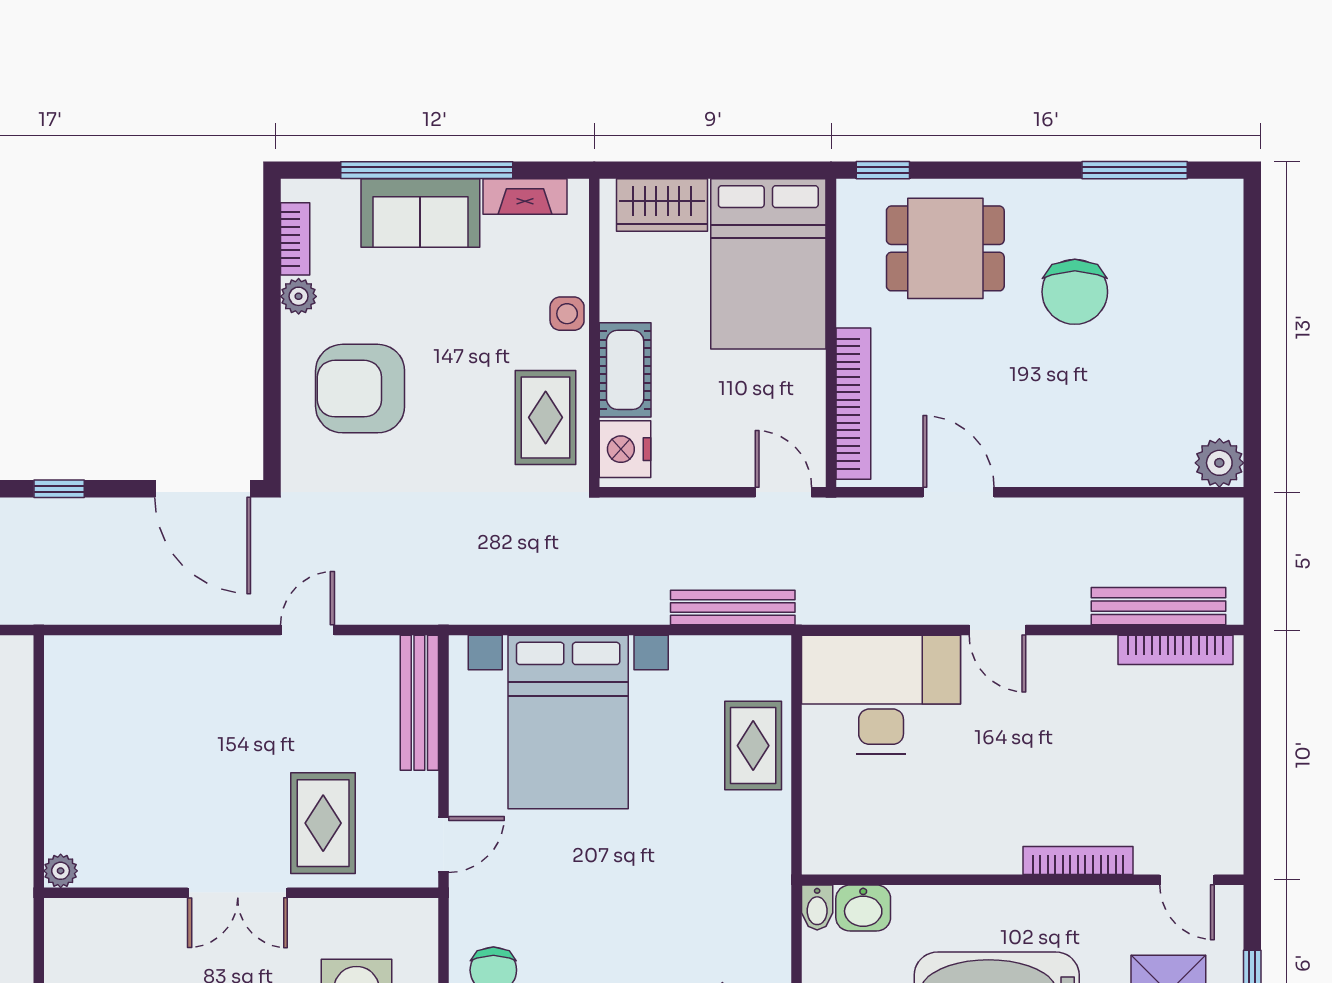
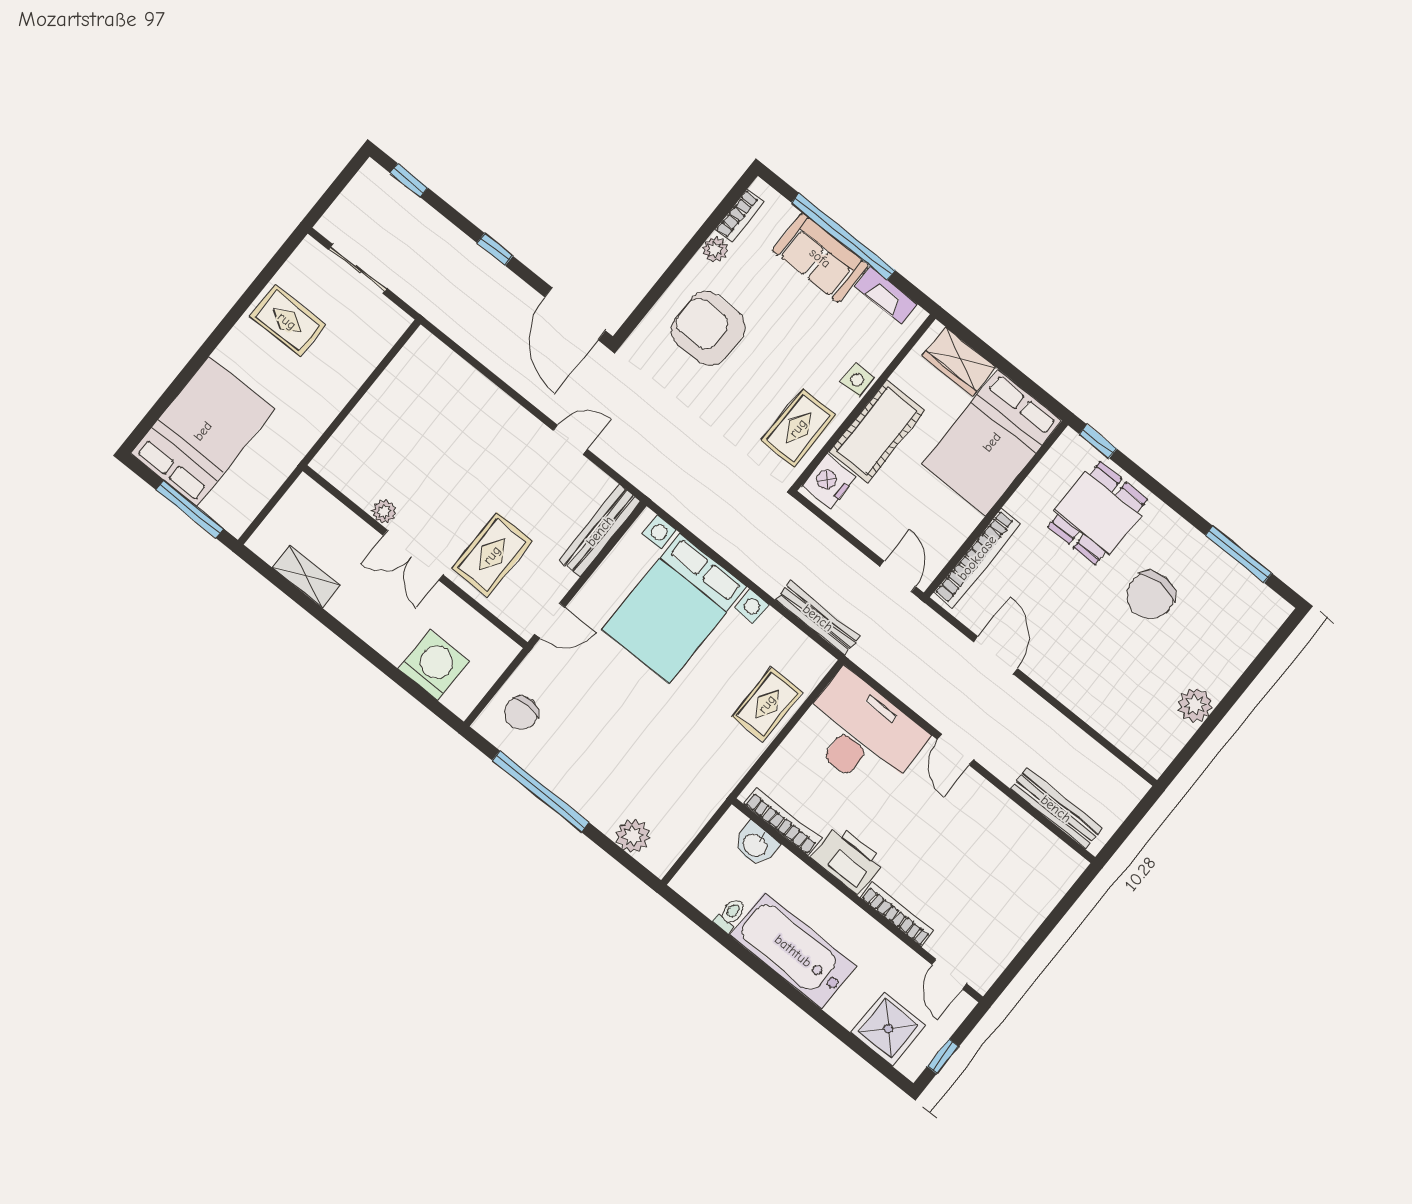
dining table: (945, 248) -> (1098, 513), turned 90
cot: (625, 370) -> (877, 431), width x1.37, depth x1.34
plant: (1219, 463) -> (1195, 705), moved
bookcase: (1175, 650) -> (782, 822), moved, turned 180
printer: (976, 844) -> (848, 859), added
plant: (61, 871) -> (384, 512), moved
bidet: (817, 908) -> (730, 824), removed

